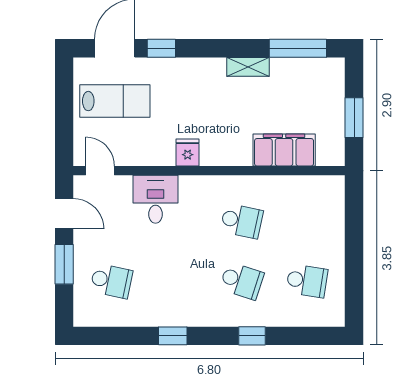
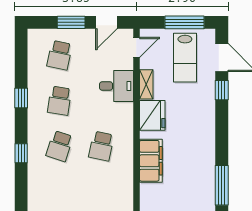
shelving: (248, 67) -> (146, 84), moved
window: (64, 102) -> (185, 22), added
filing cabinet: (284, 150) -> (151, 161), moved
fridge: (188, 153) -> (152, 115), width x1.88, depth x1.34
school desk: (307, 281) -> (60, 101), moved

